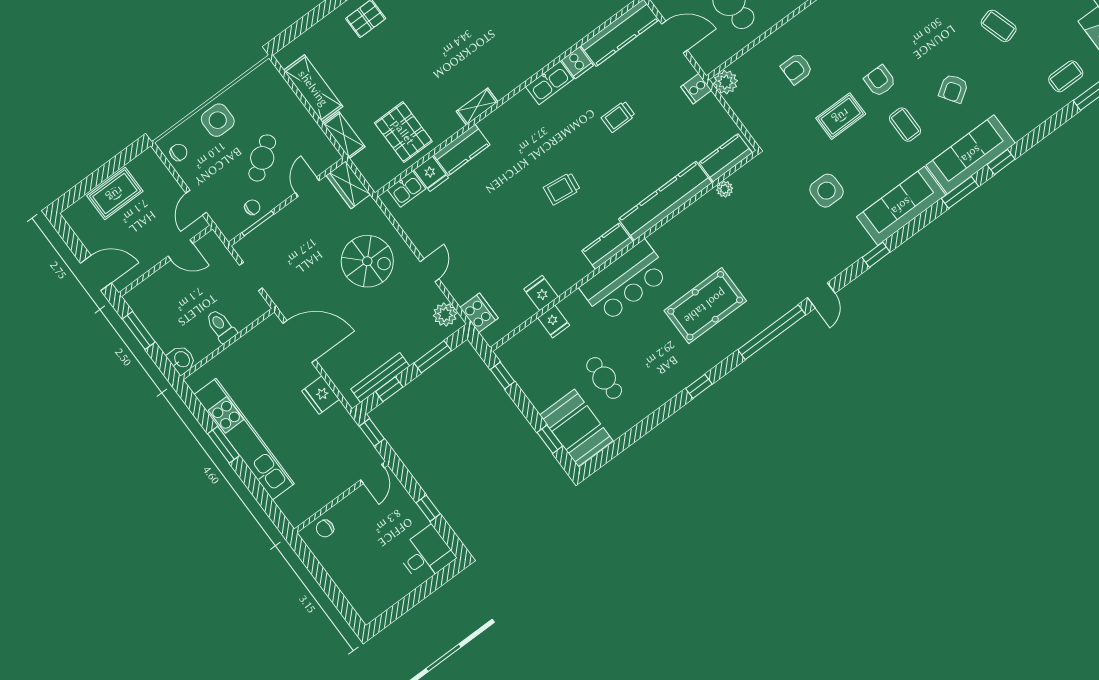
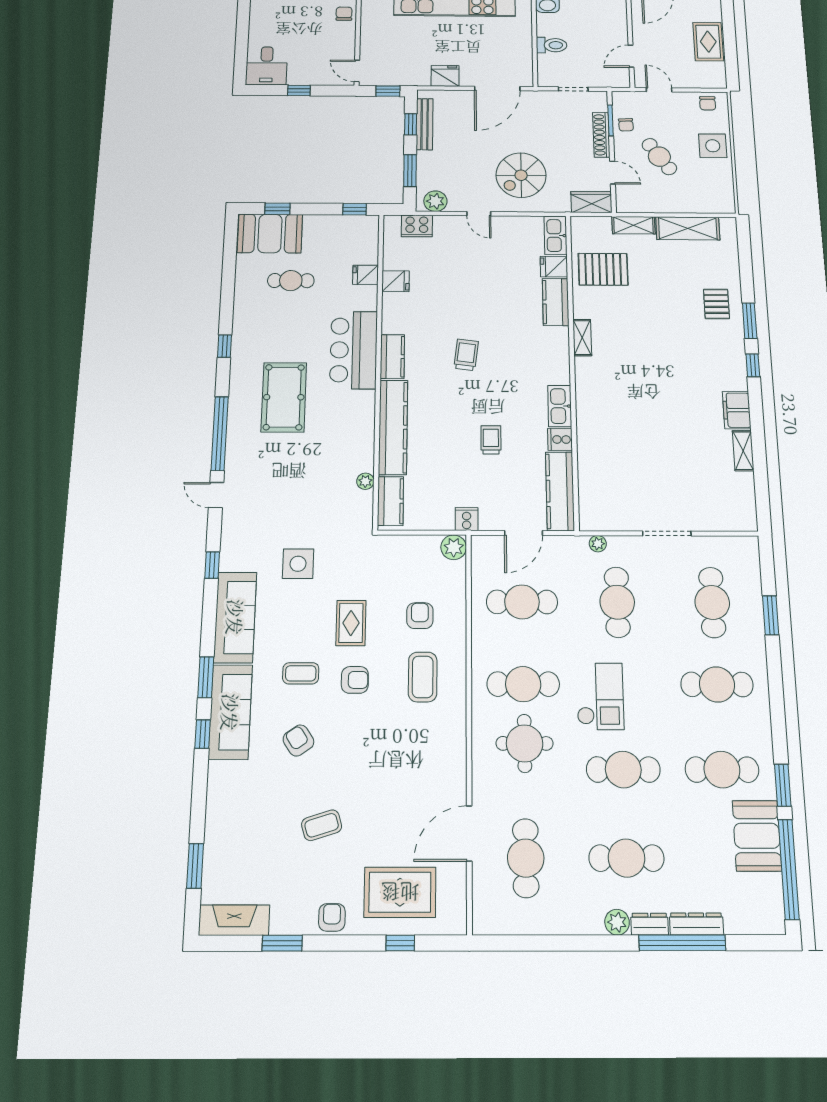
coffee table: (1066, 76) -> (423, 677), moved, width x1.36, depth x1.30
kitchen sink: (407, 189) -> (556, 236), width x1.38
shoe rack: (278, 221) -> (601, 135), added

